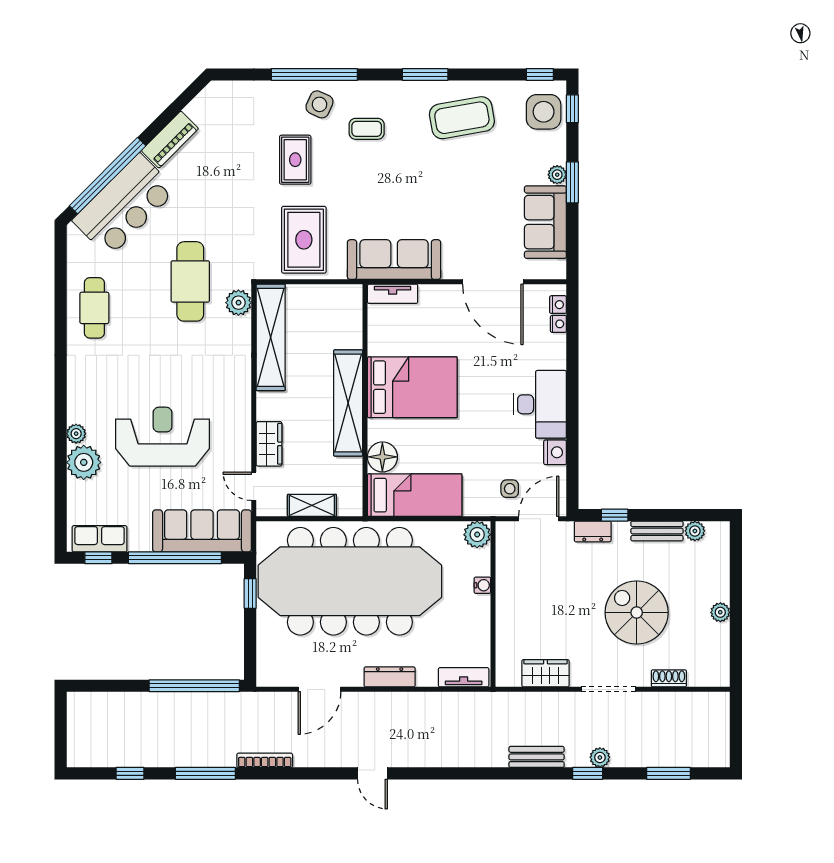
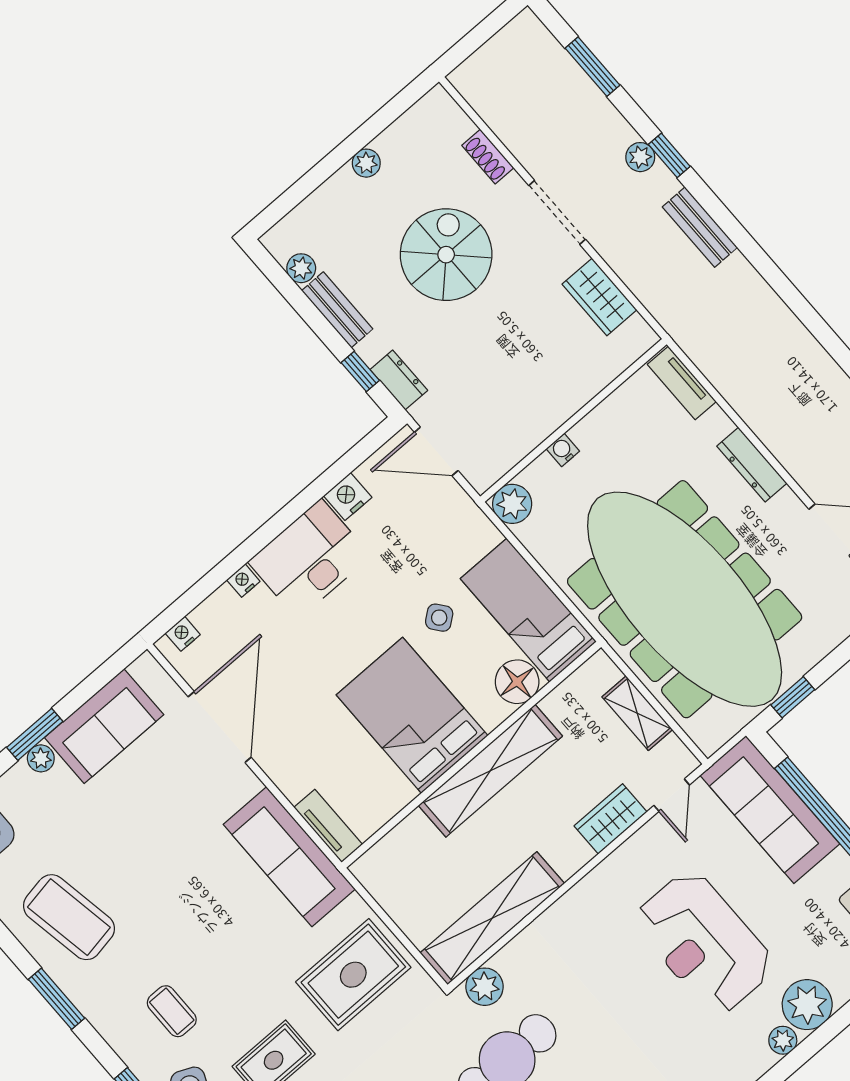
nightstand: (558, 324) -> (243, 581), moved
side table: (510, 489) -> (439, 618), moved, turned -38
spiral stairs: (637, 613) -> (446, 255), turned 180

